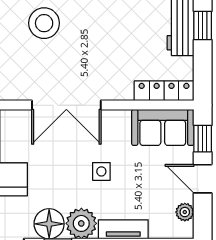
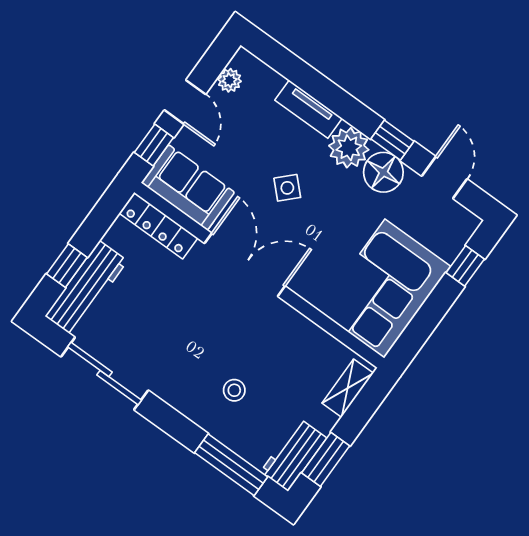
stool: (44, 23) -> (234, 390), width x0.53, depth x0.53
double door: (66, 105) -> (245, 265), moved
side table: (101, 171) -> (287, 188), turned 45

